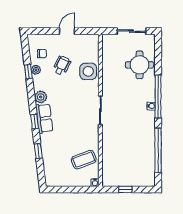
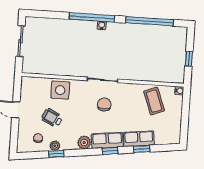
round table: (140, 65) -> (57, 35), removed
chair: (78, 113) -> (104, 104), added
row of seats: (48, 148) -> (139, 139), added

